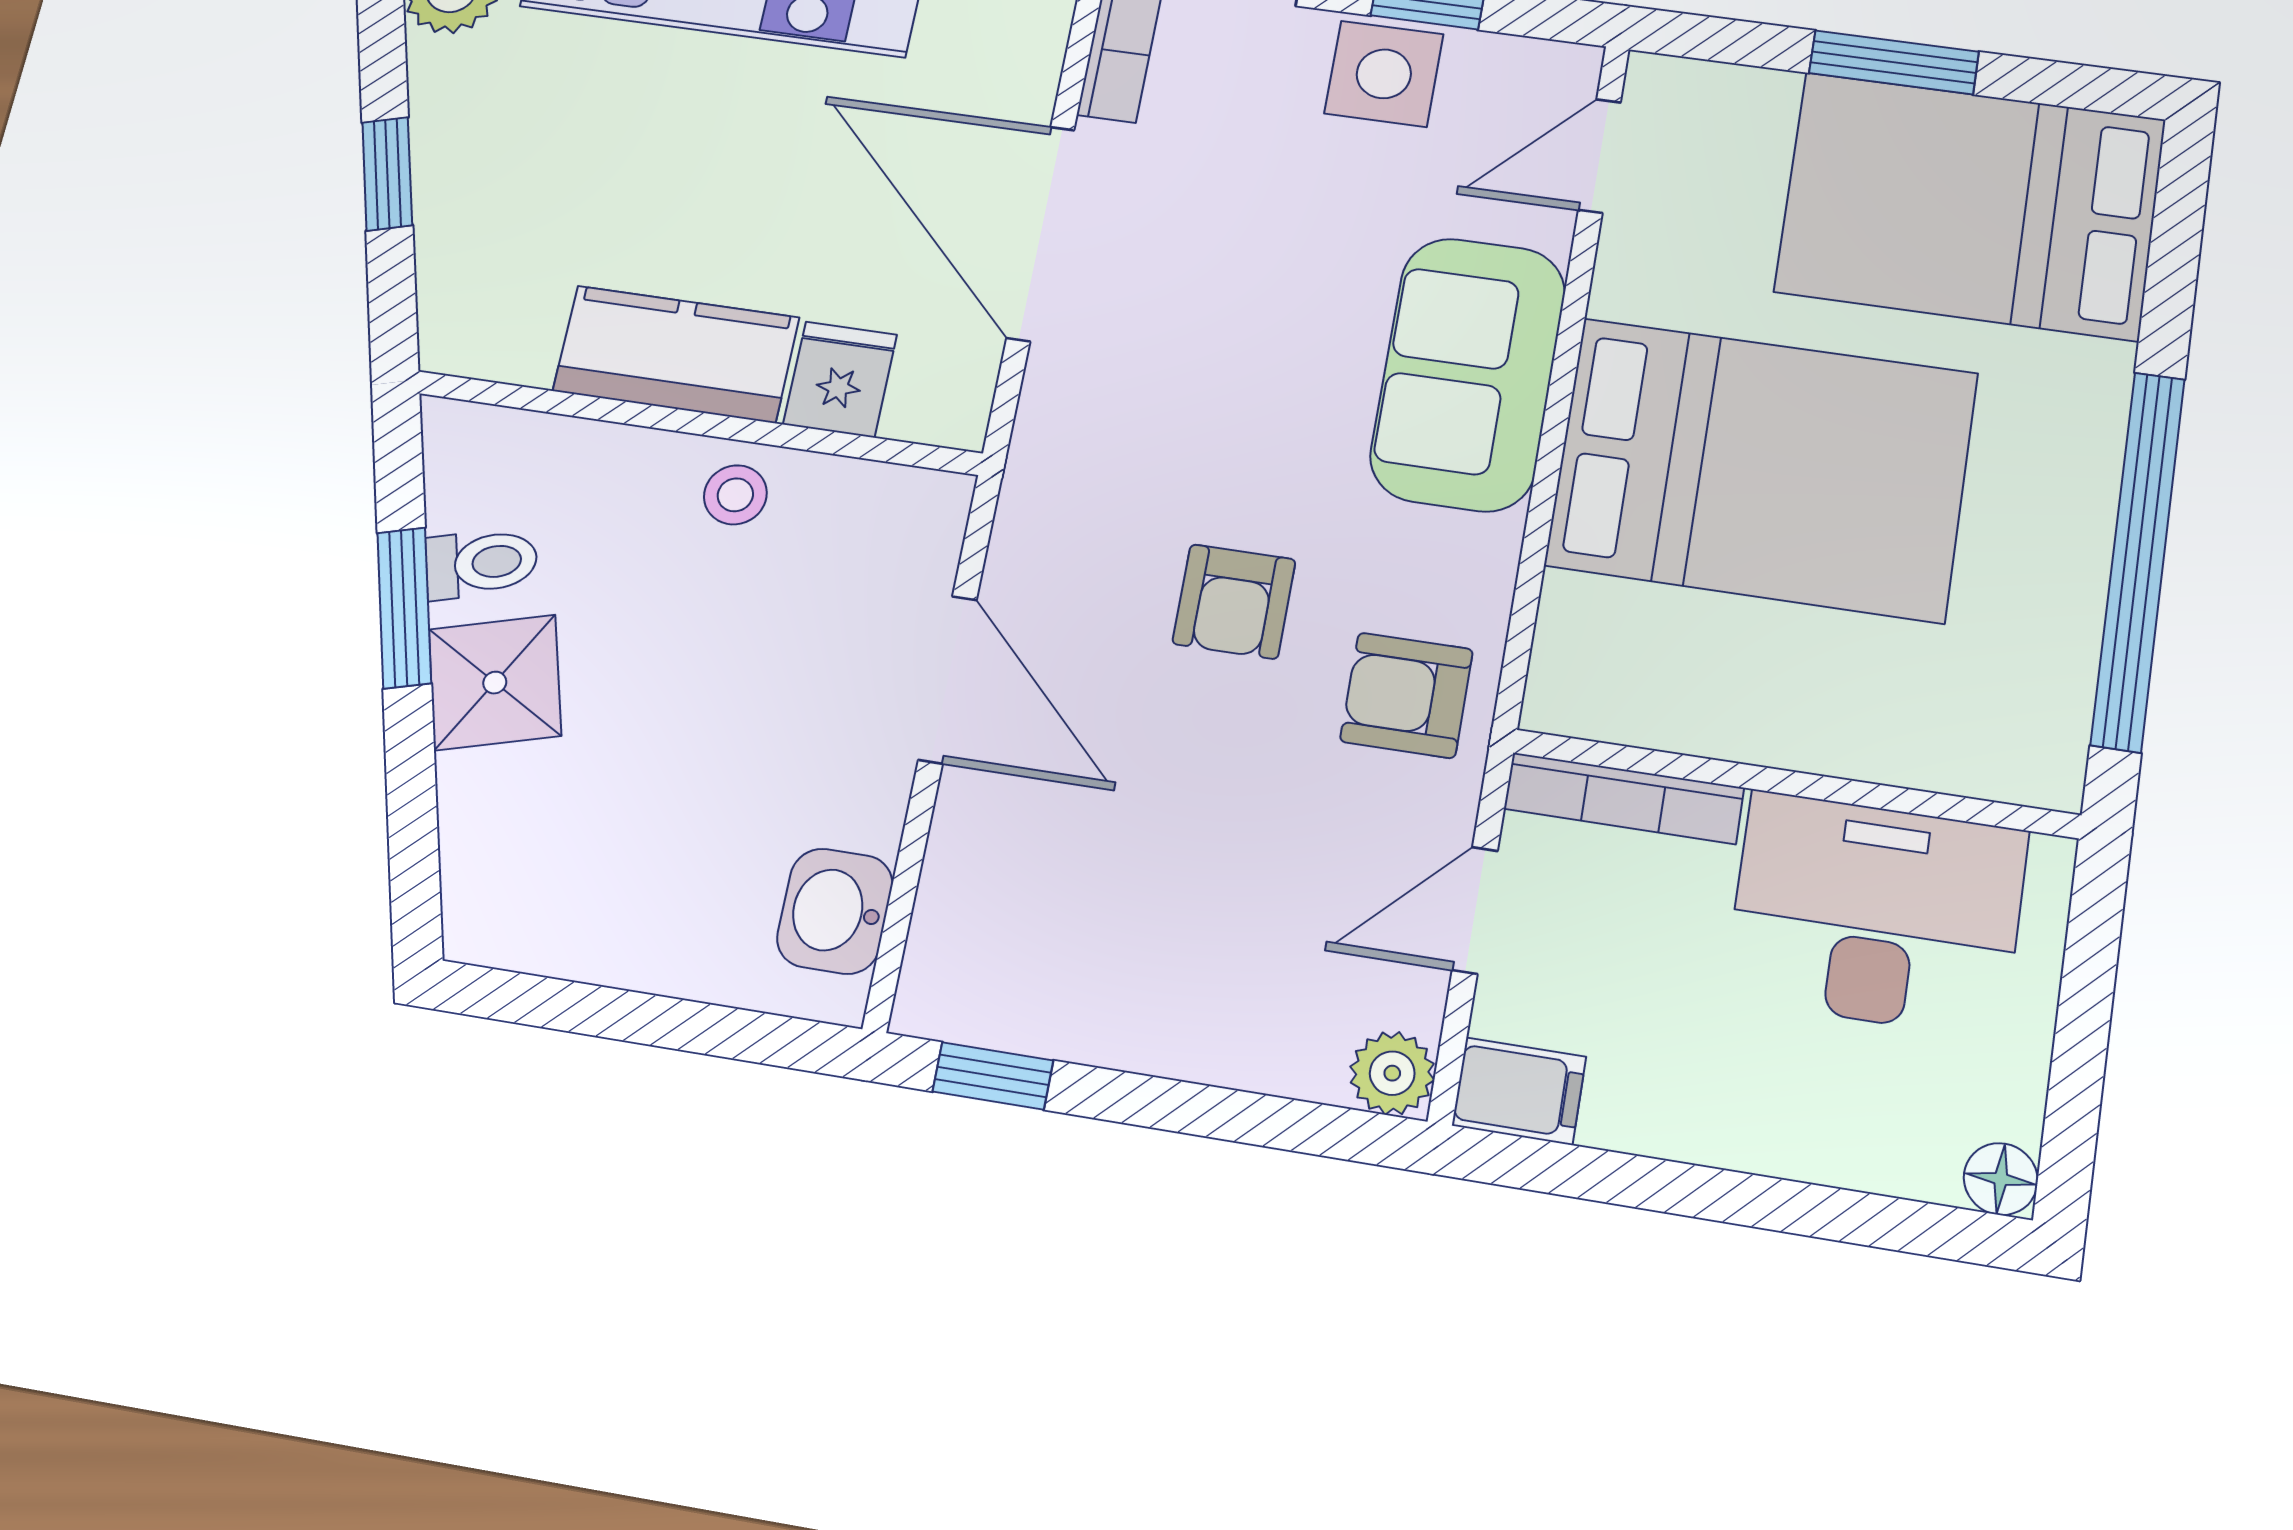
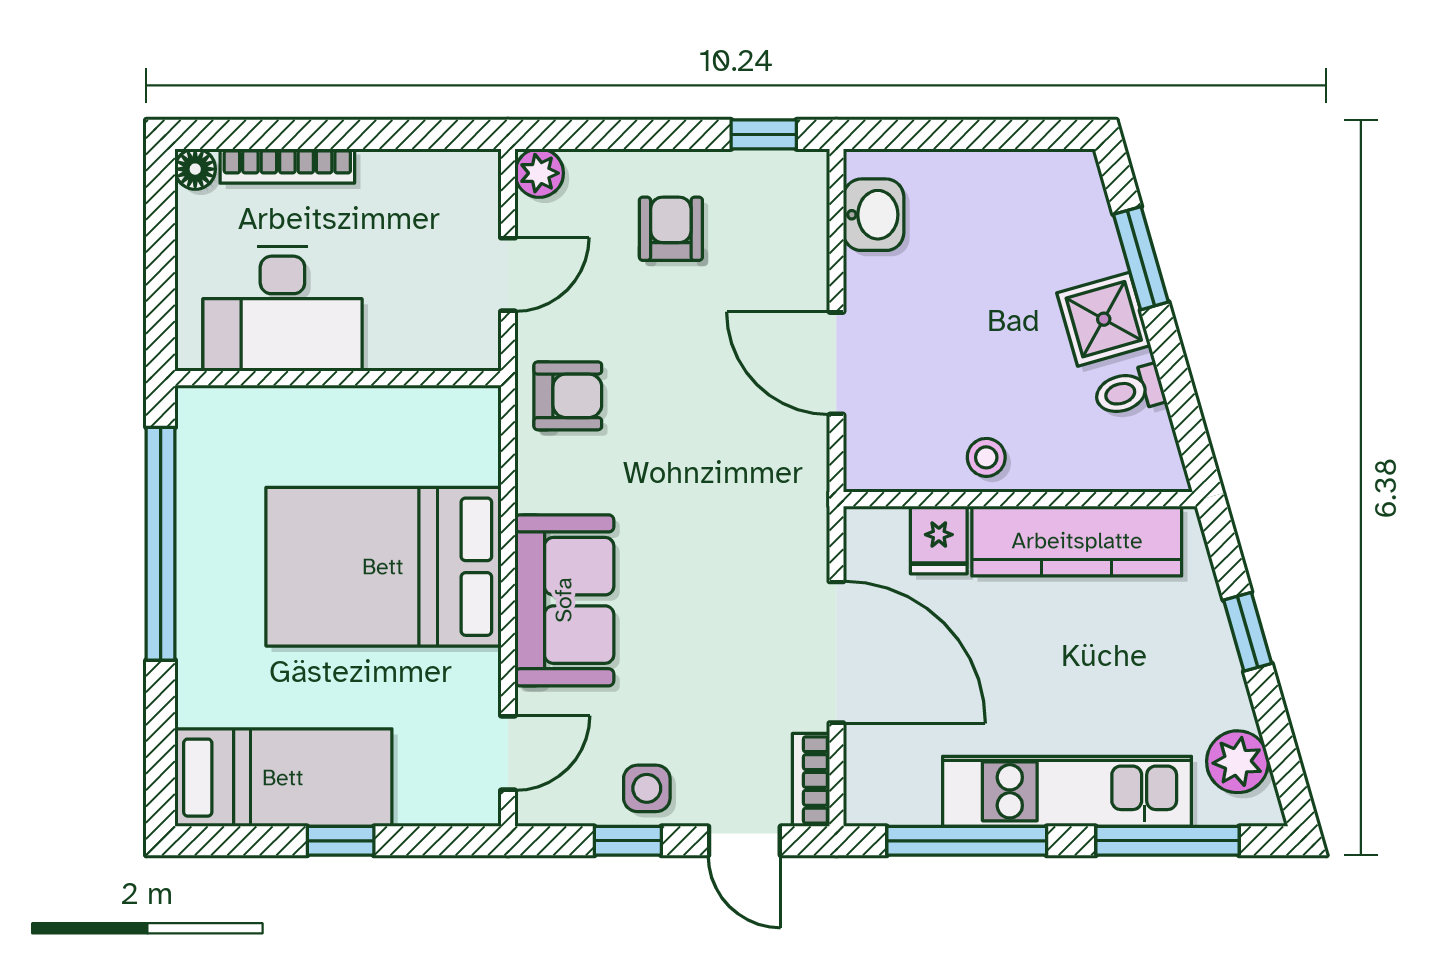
window: (1894, 62) -> (341, 841), width x0.67
side table: (1384, 74) -> (647, 788), width x0.73, depth x0.73
bed: (1970, 205) -> (283, 778), width x0.67
kitchen counter: (676, 354) -> (1077, 541), width x1.50
armchair: (1234, 602) -> (671, 229), moved
window: (404, 608) -> (1141, 258), moved
bookcase: (1624, 798) -> (287, 166), moved, turned 180
filing cabinet: (1519, 1091) -> (467, 175), removed

